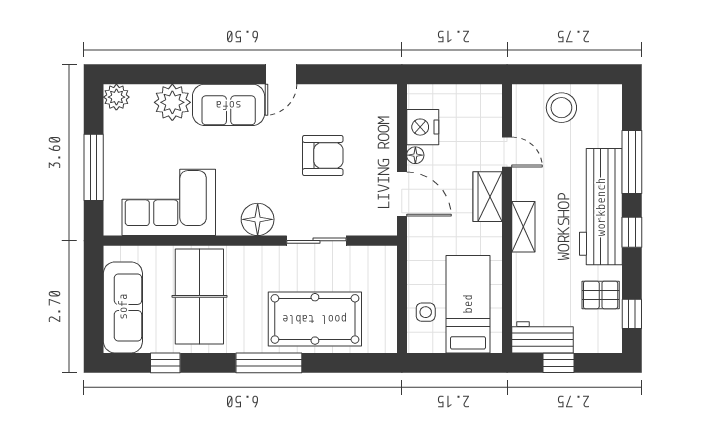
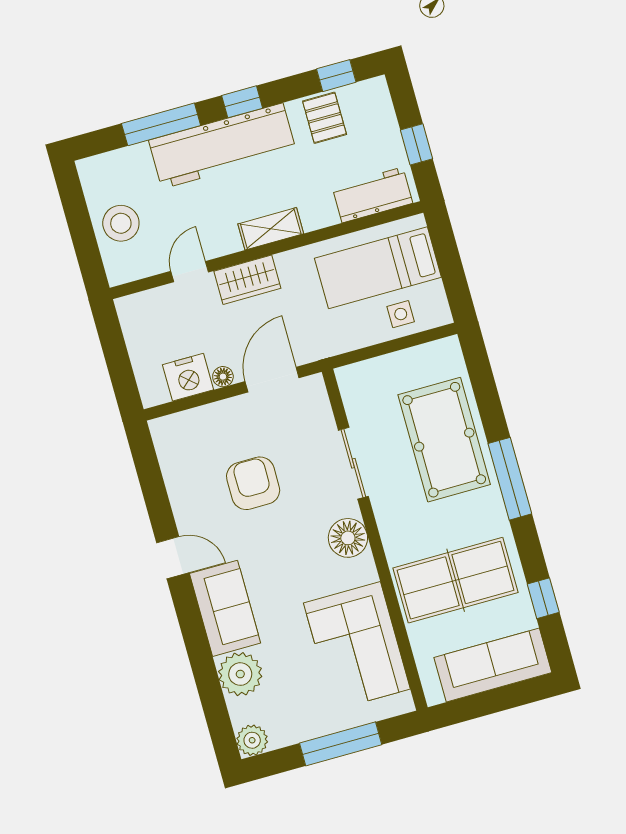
workbench: (543, 337) -> (372, 195), moved, turned 90

